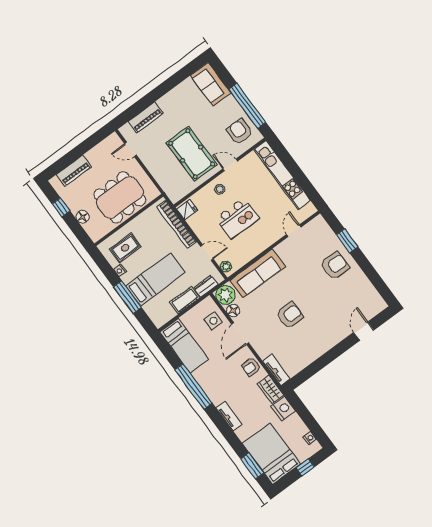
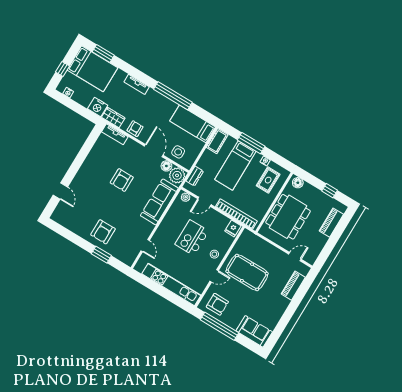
floor lamp: (83, 217) -> (298, 183), moved
cot: (185, 300) -> (217, 141), moved

